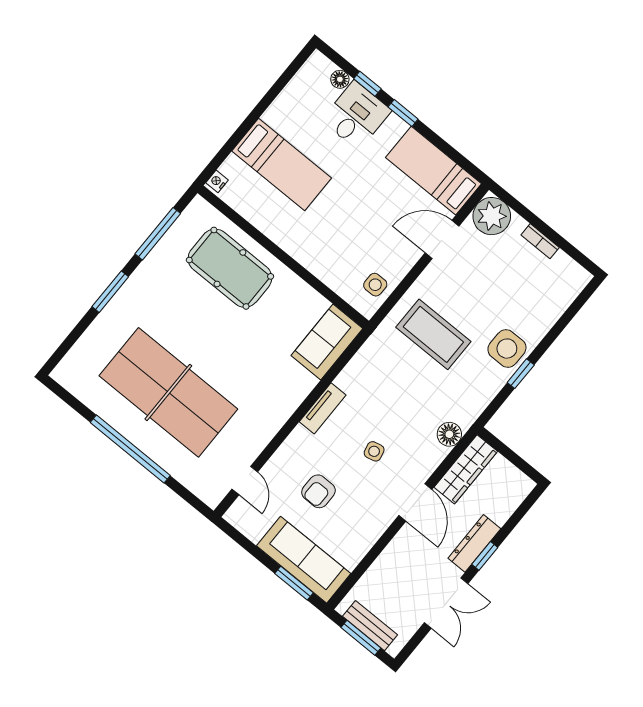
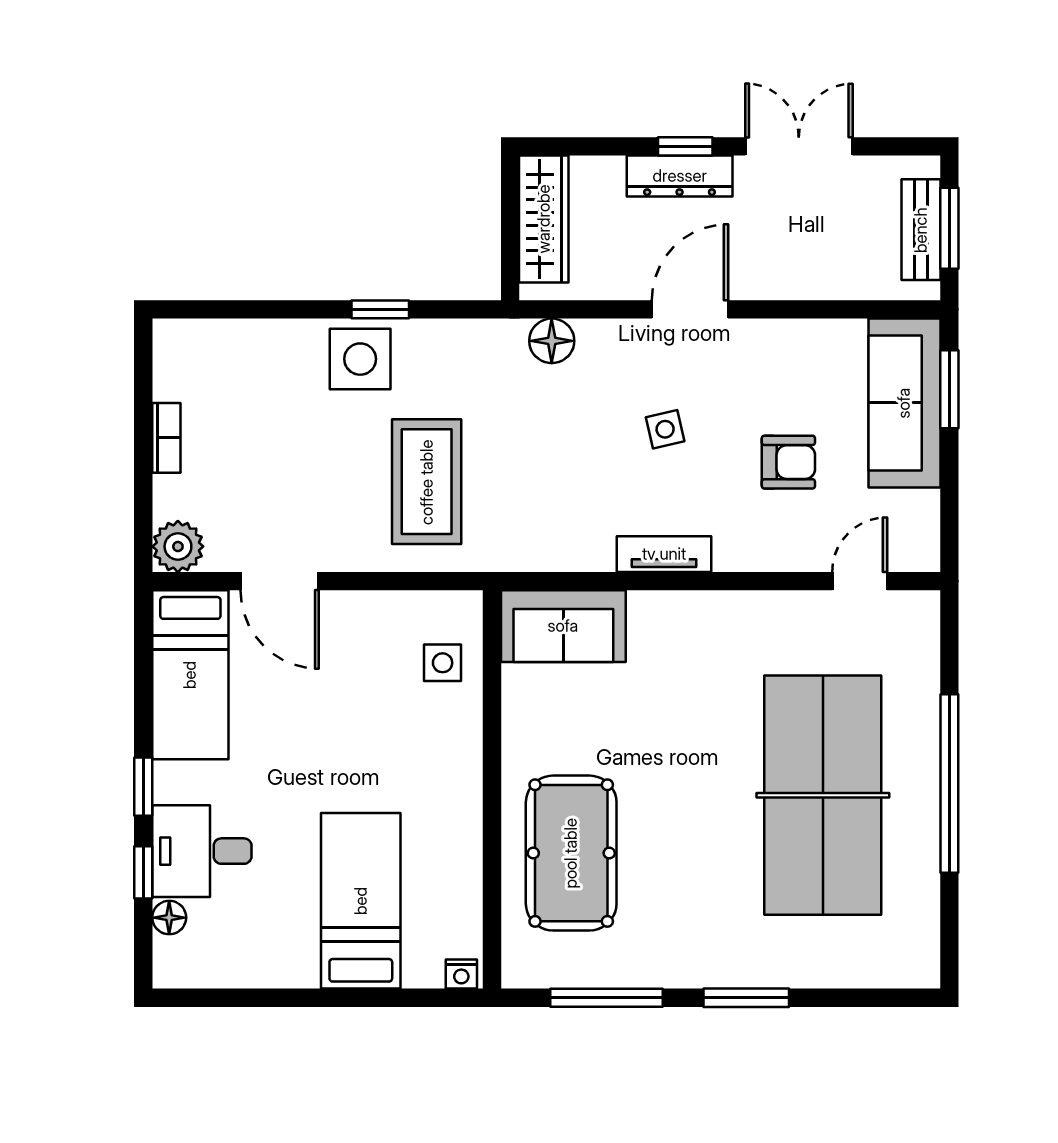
plant: (492, 216) -> (178, 546), width x0.73, depth x0.73
side table: (375, 285) -> (443, 663), moved
wardrobe: (466, 469) -> (544, 219), moved, turned 90

